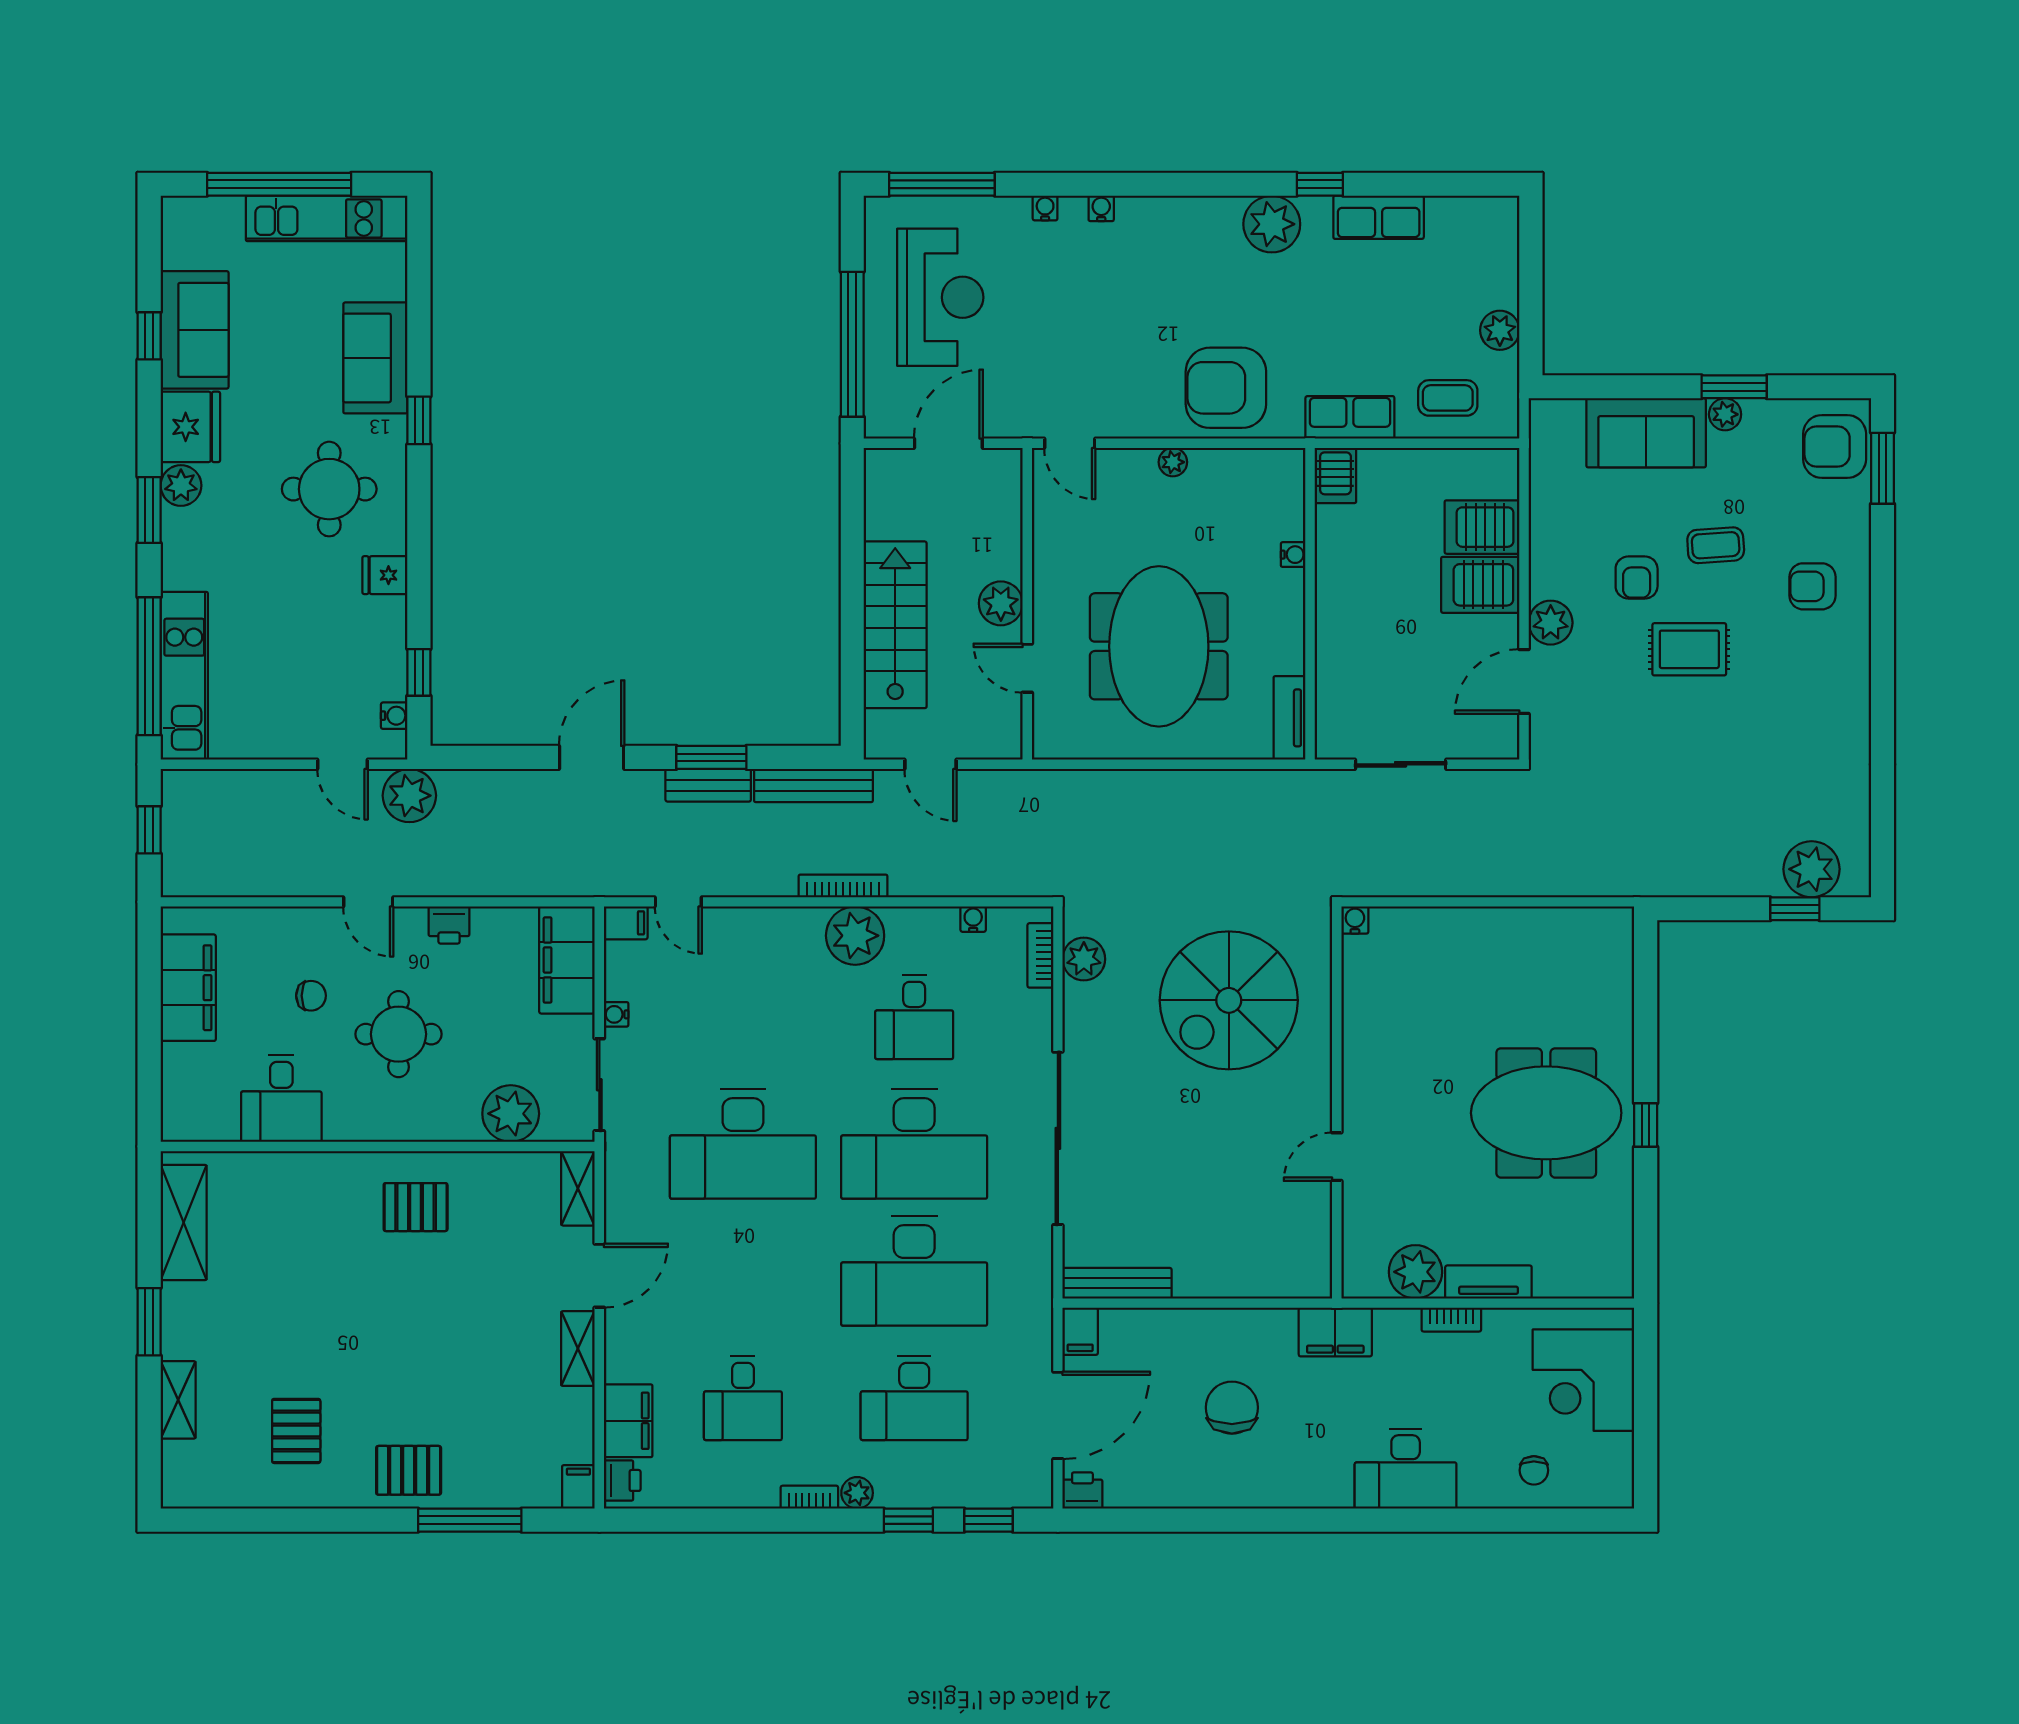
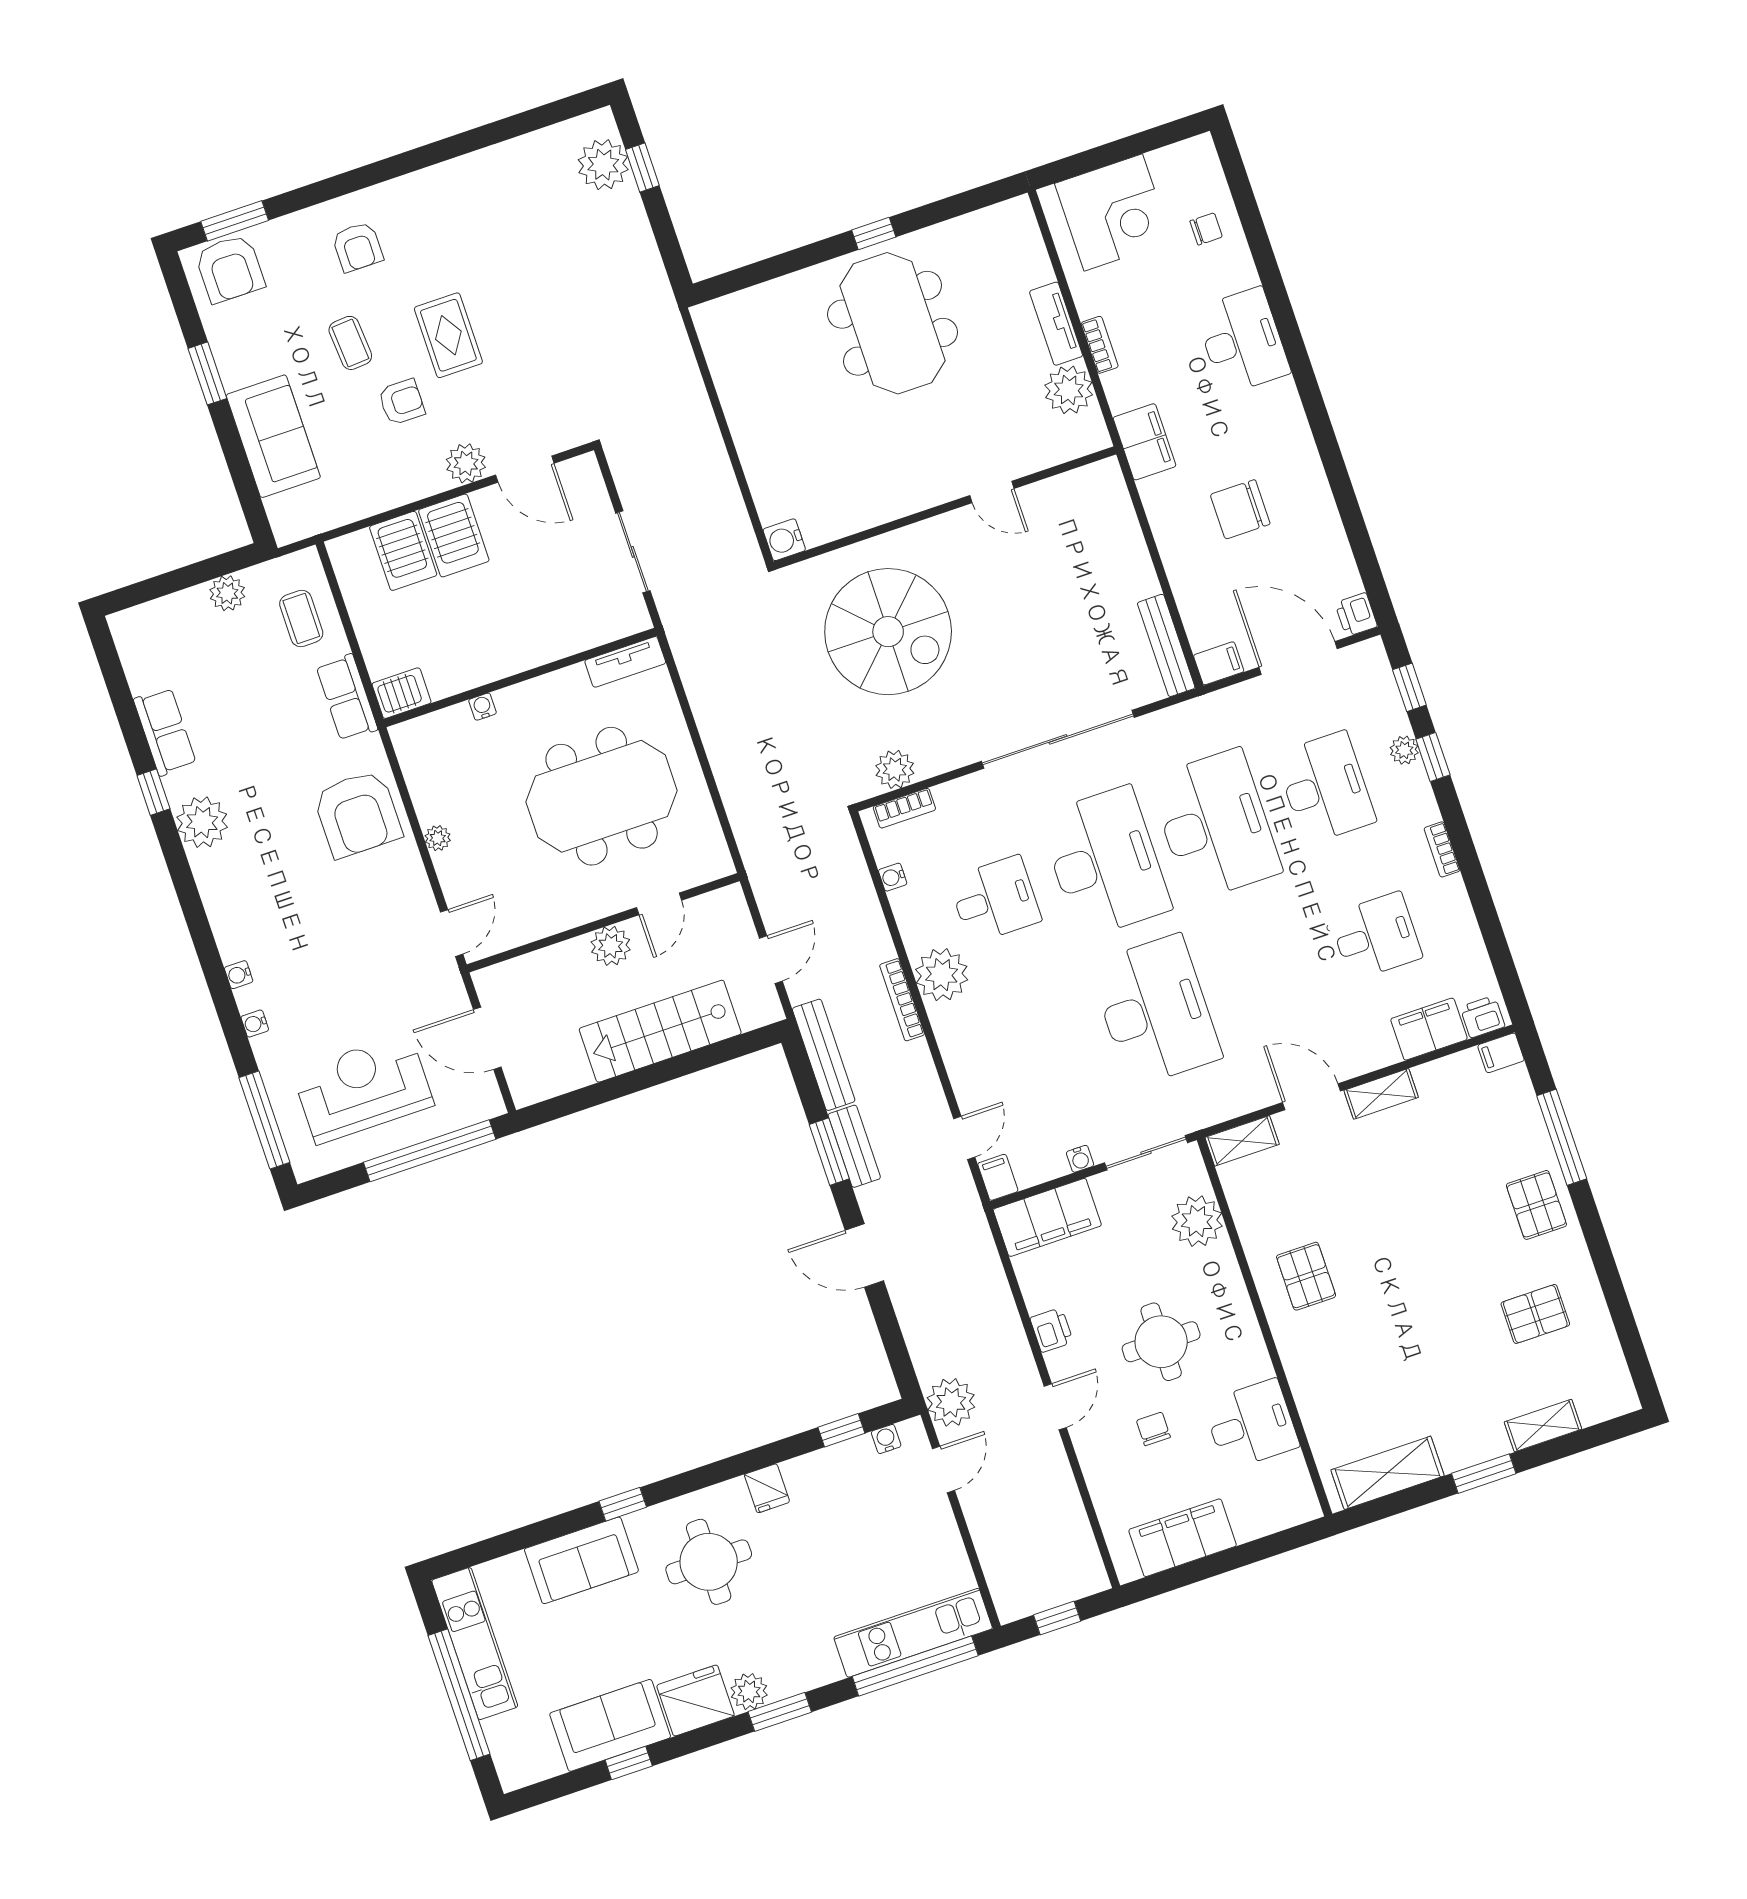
plant: (1725, 414) -> (234, 373), removed
water cooler: (1355, 920) -> (784, 540), width x1.38, depth x1.38
plant: (857, 1493) -> (1404, 750), moved

